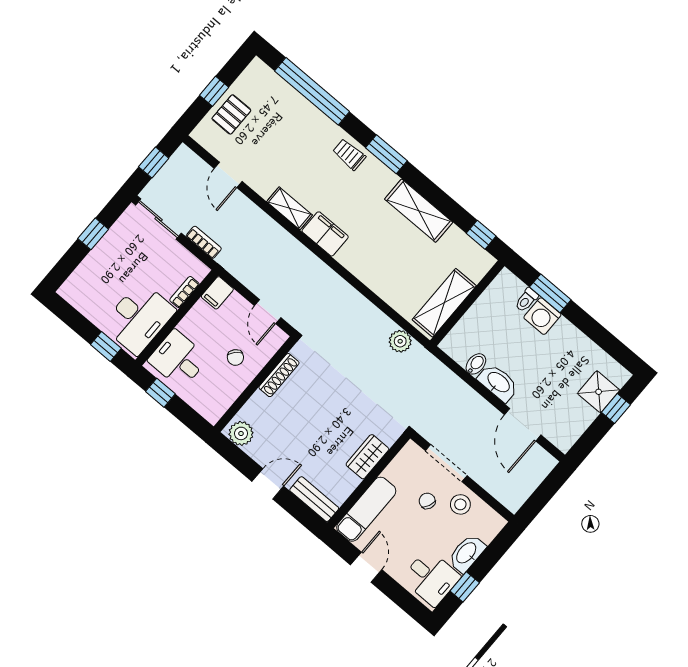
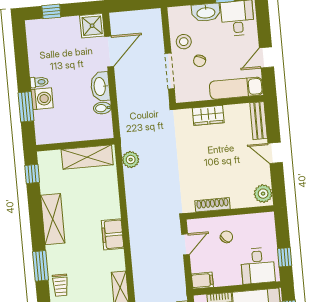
filing cabinet: (325, 234) -> (113, 234), moved
toilet: (526, 300) -> (39, 82), moved
shower: (599, 392) -> (92, 26), moved

